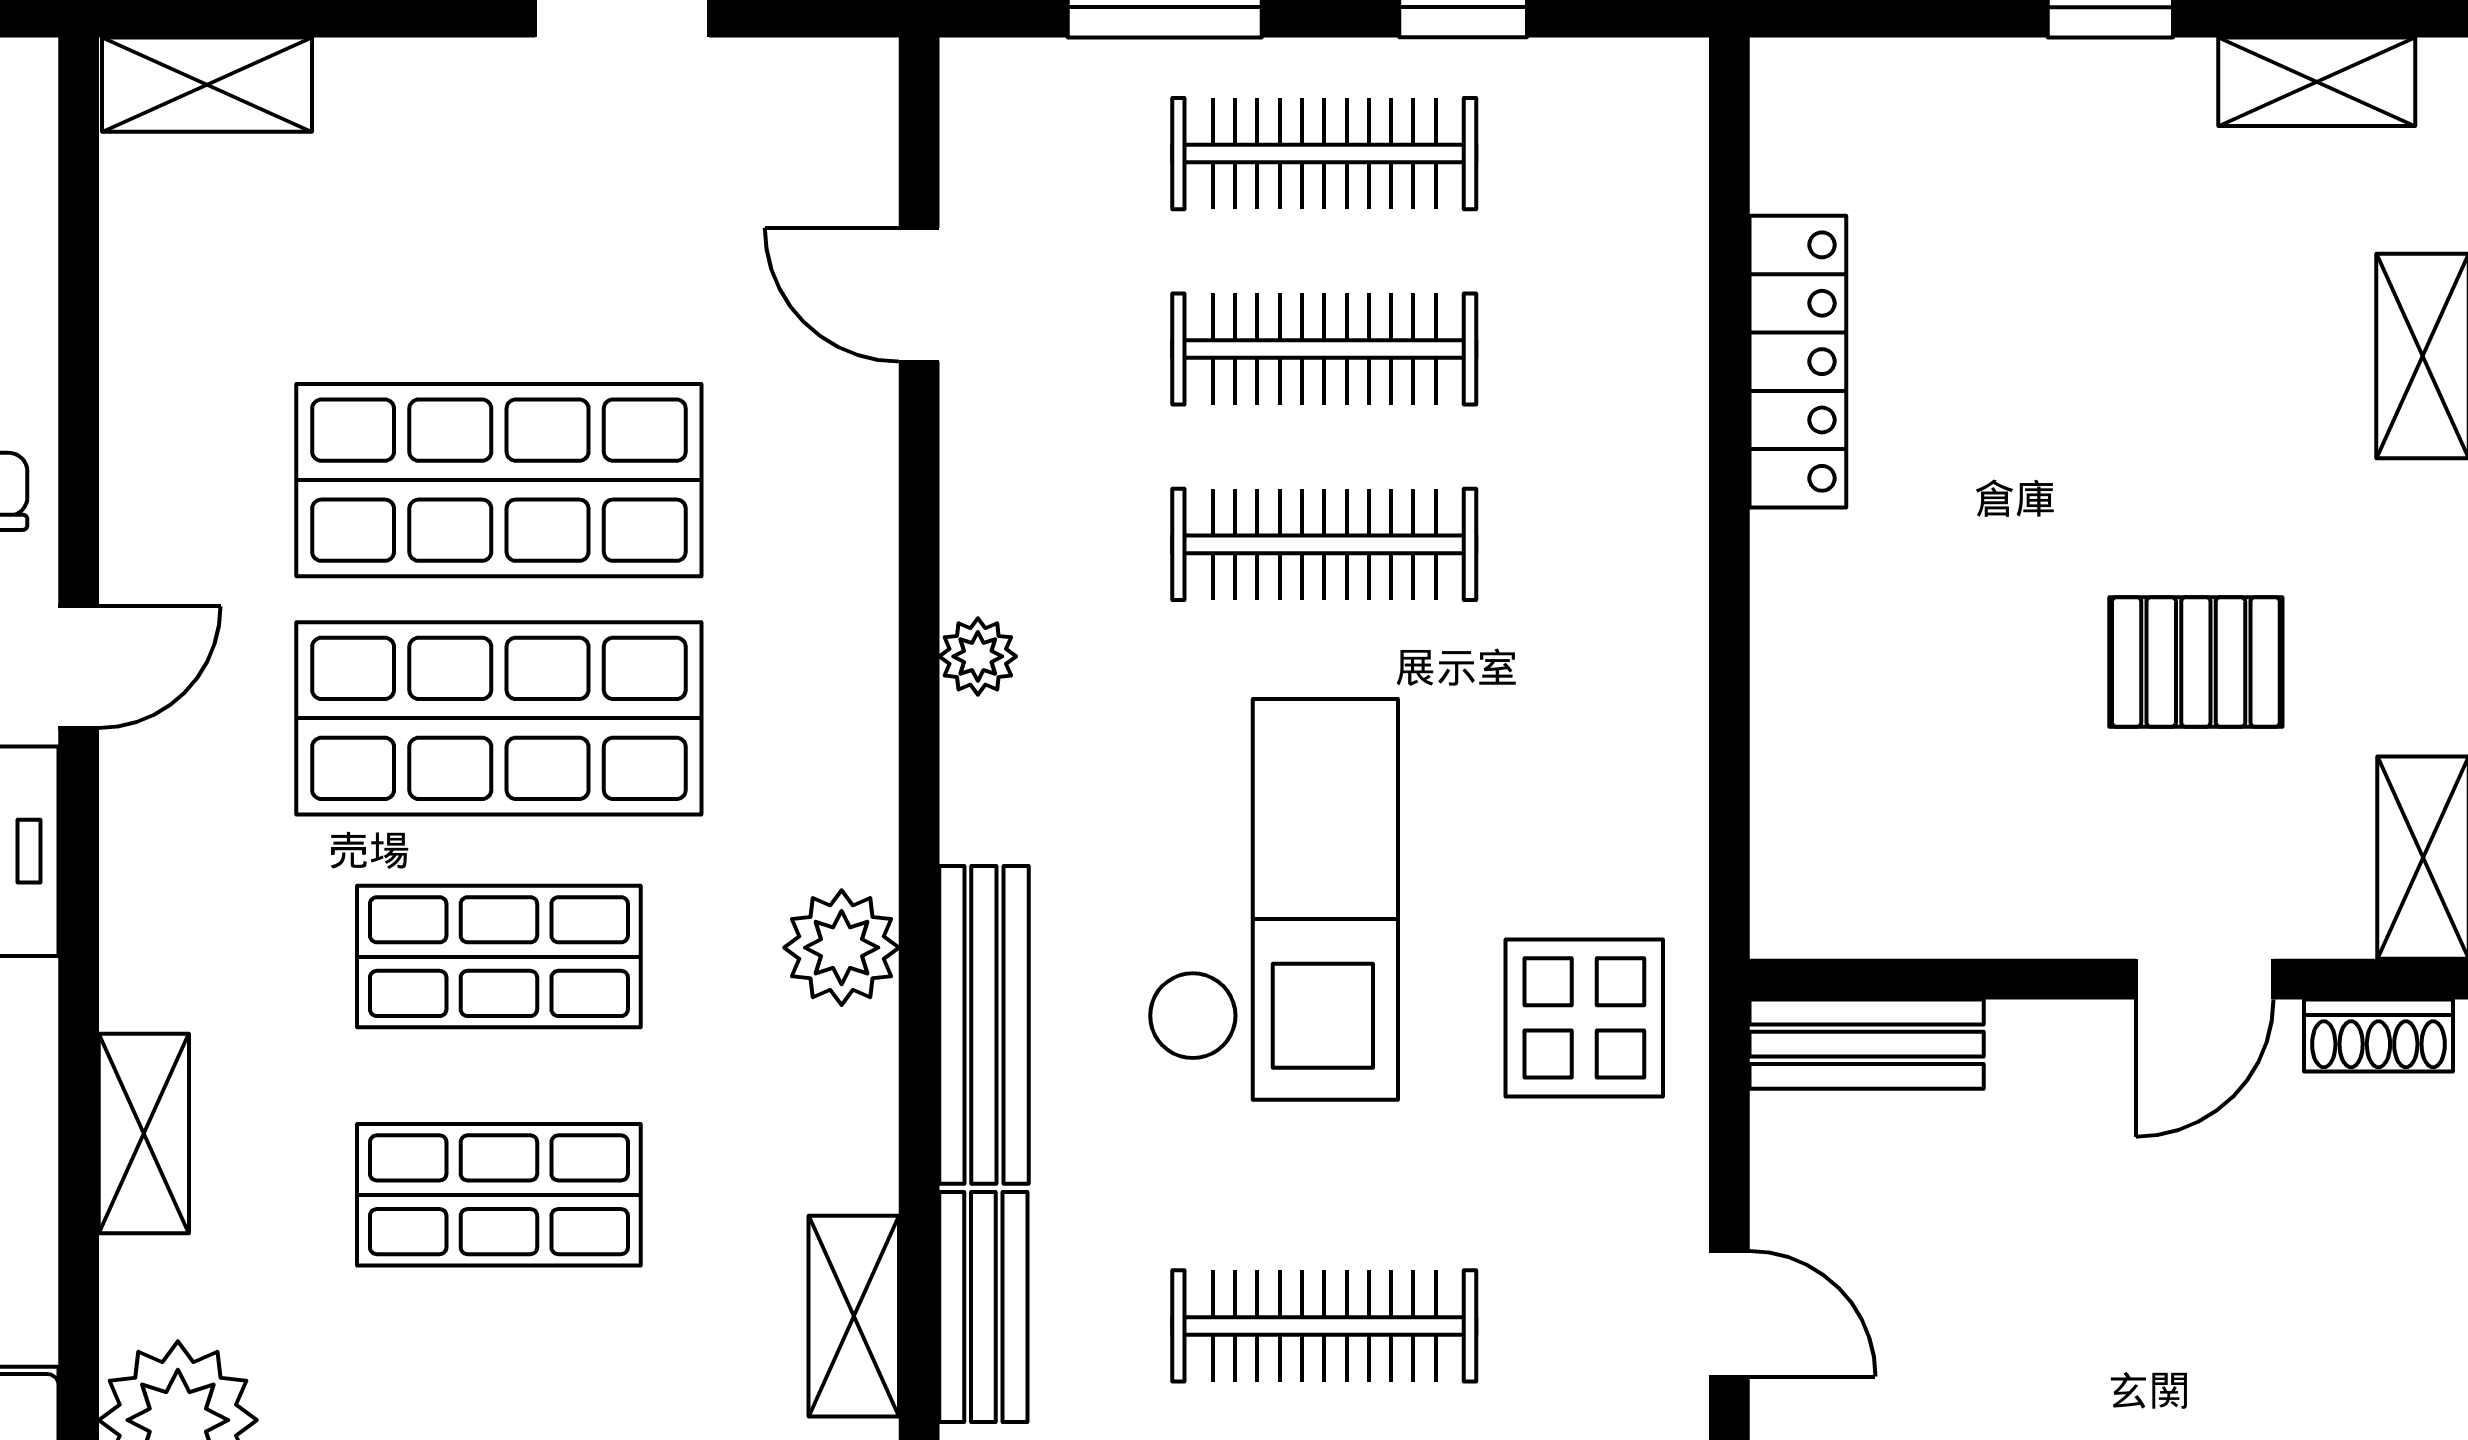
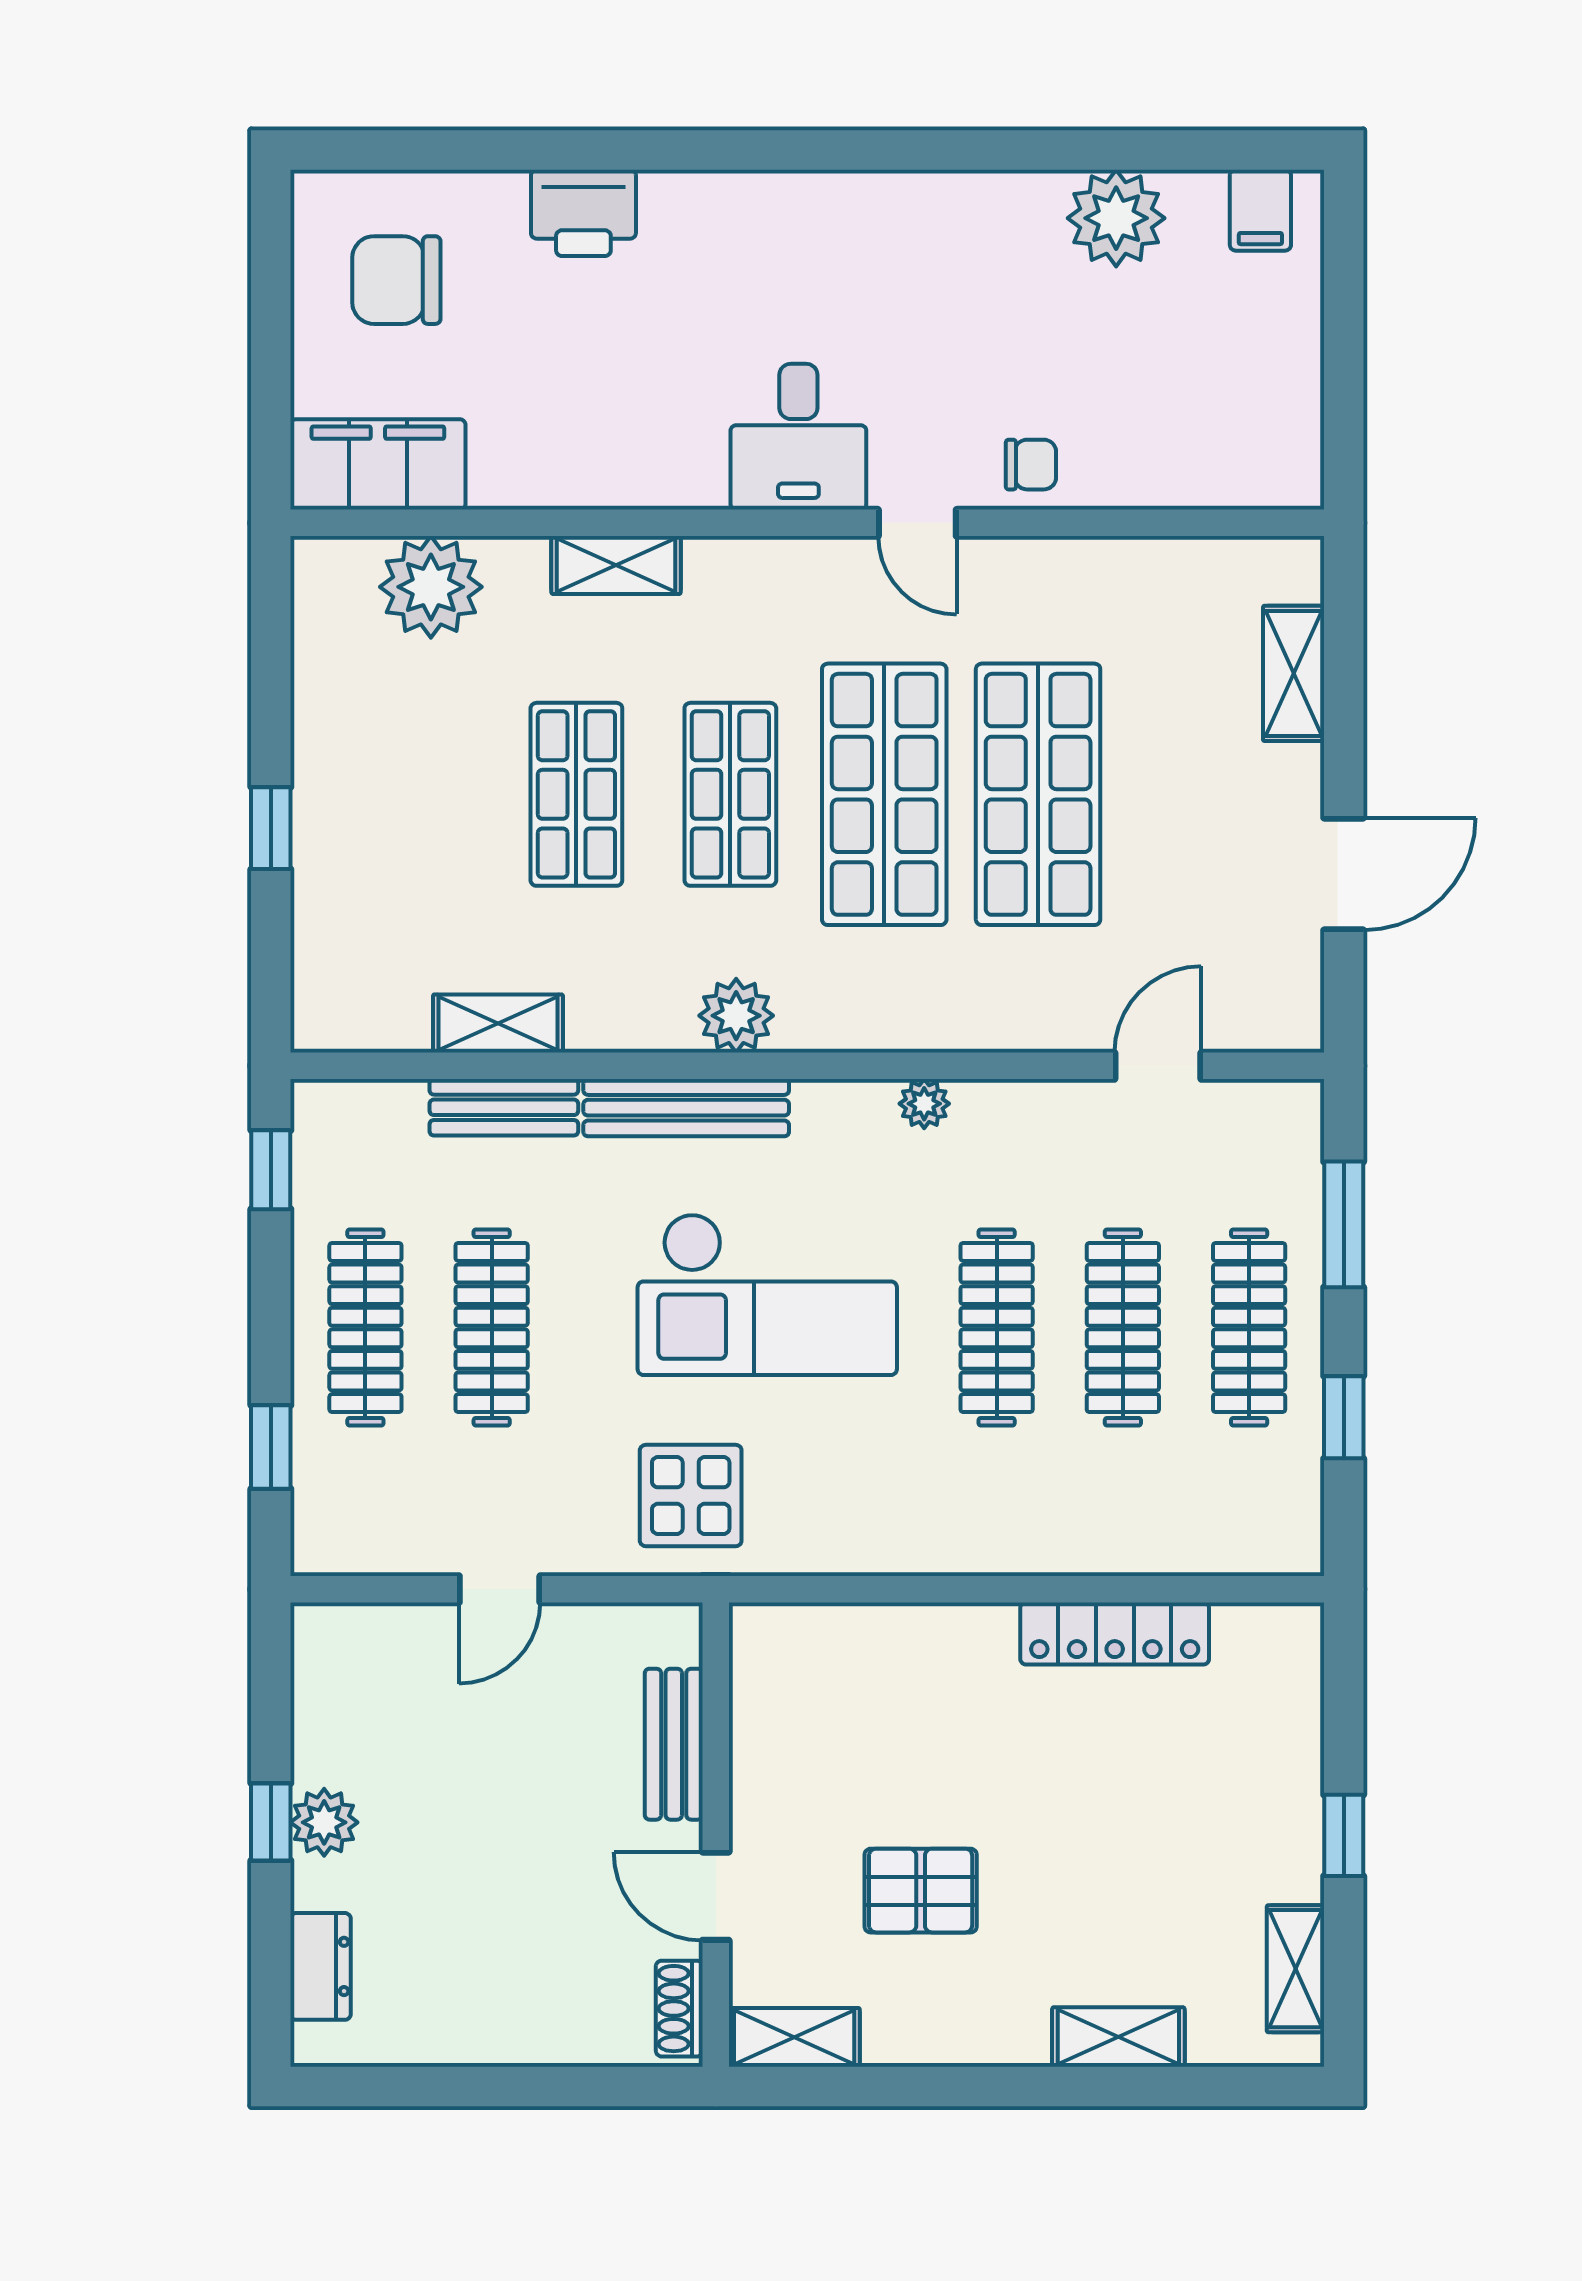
shelving: (207, 85) -> (1294, 673), moved
pallet: (2196, 662) -> (921, 1891), turned 90
bench: (1867, 1044) -> (674, 1744), moved

